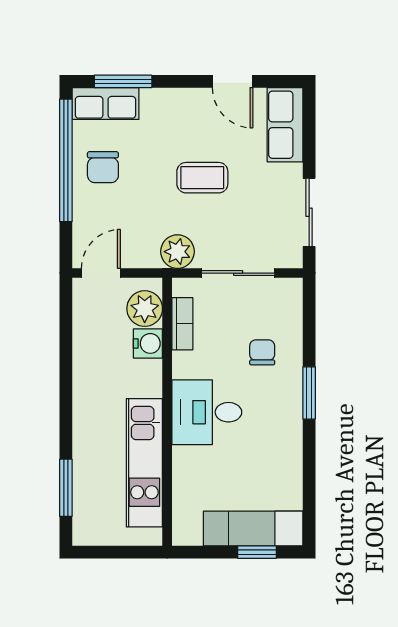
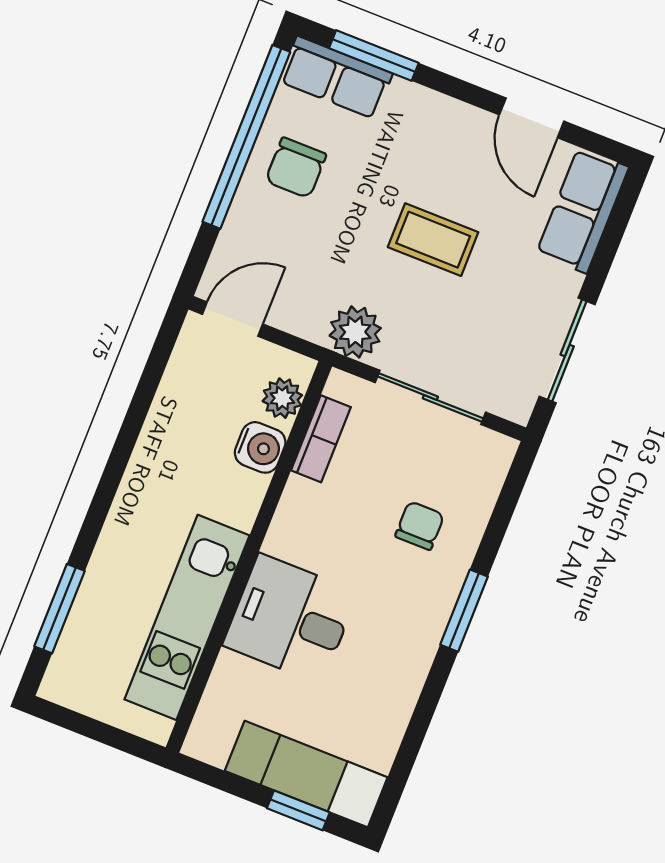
plant: (145, 309) -> (282, 398), width x0.73, depth x0.73
desk: (207, 412) -> (290, 619), moved

